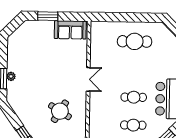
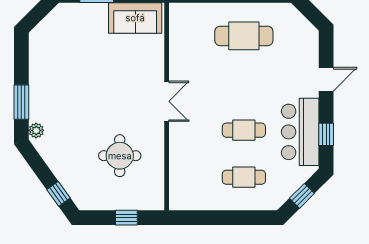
plant: (11, 76) -> (36, 130), moved
round table: (60, 111) -> (120, 156), turned -32

